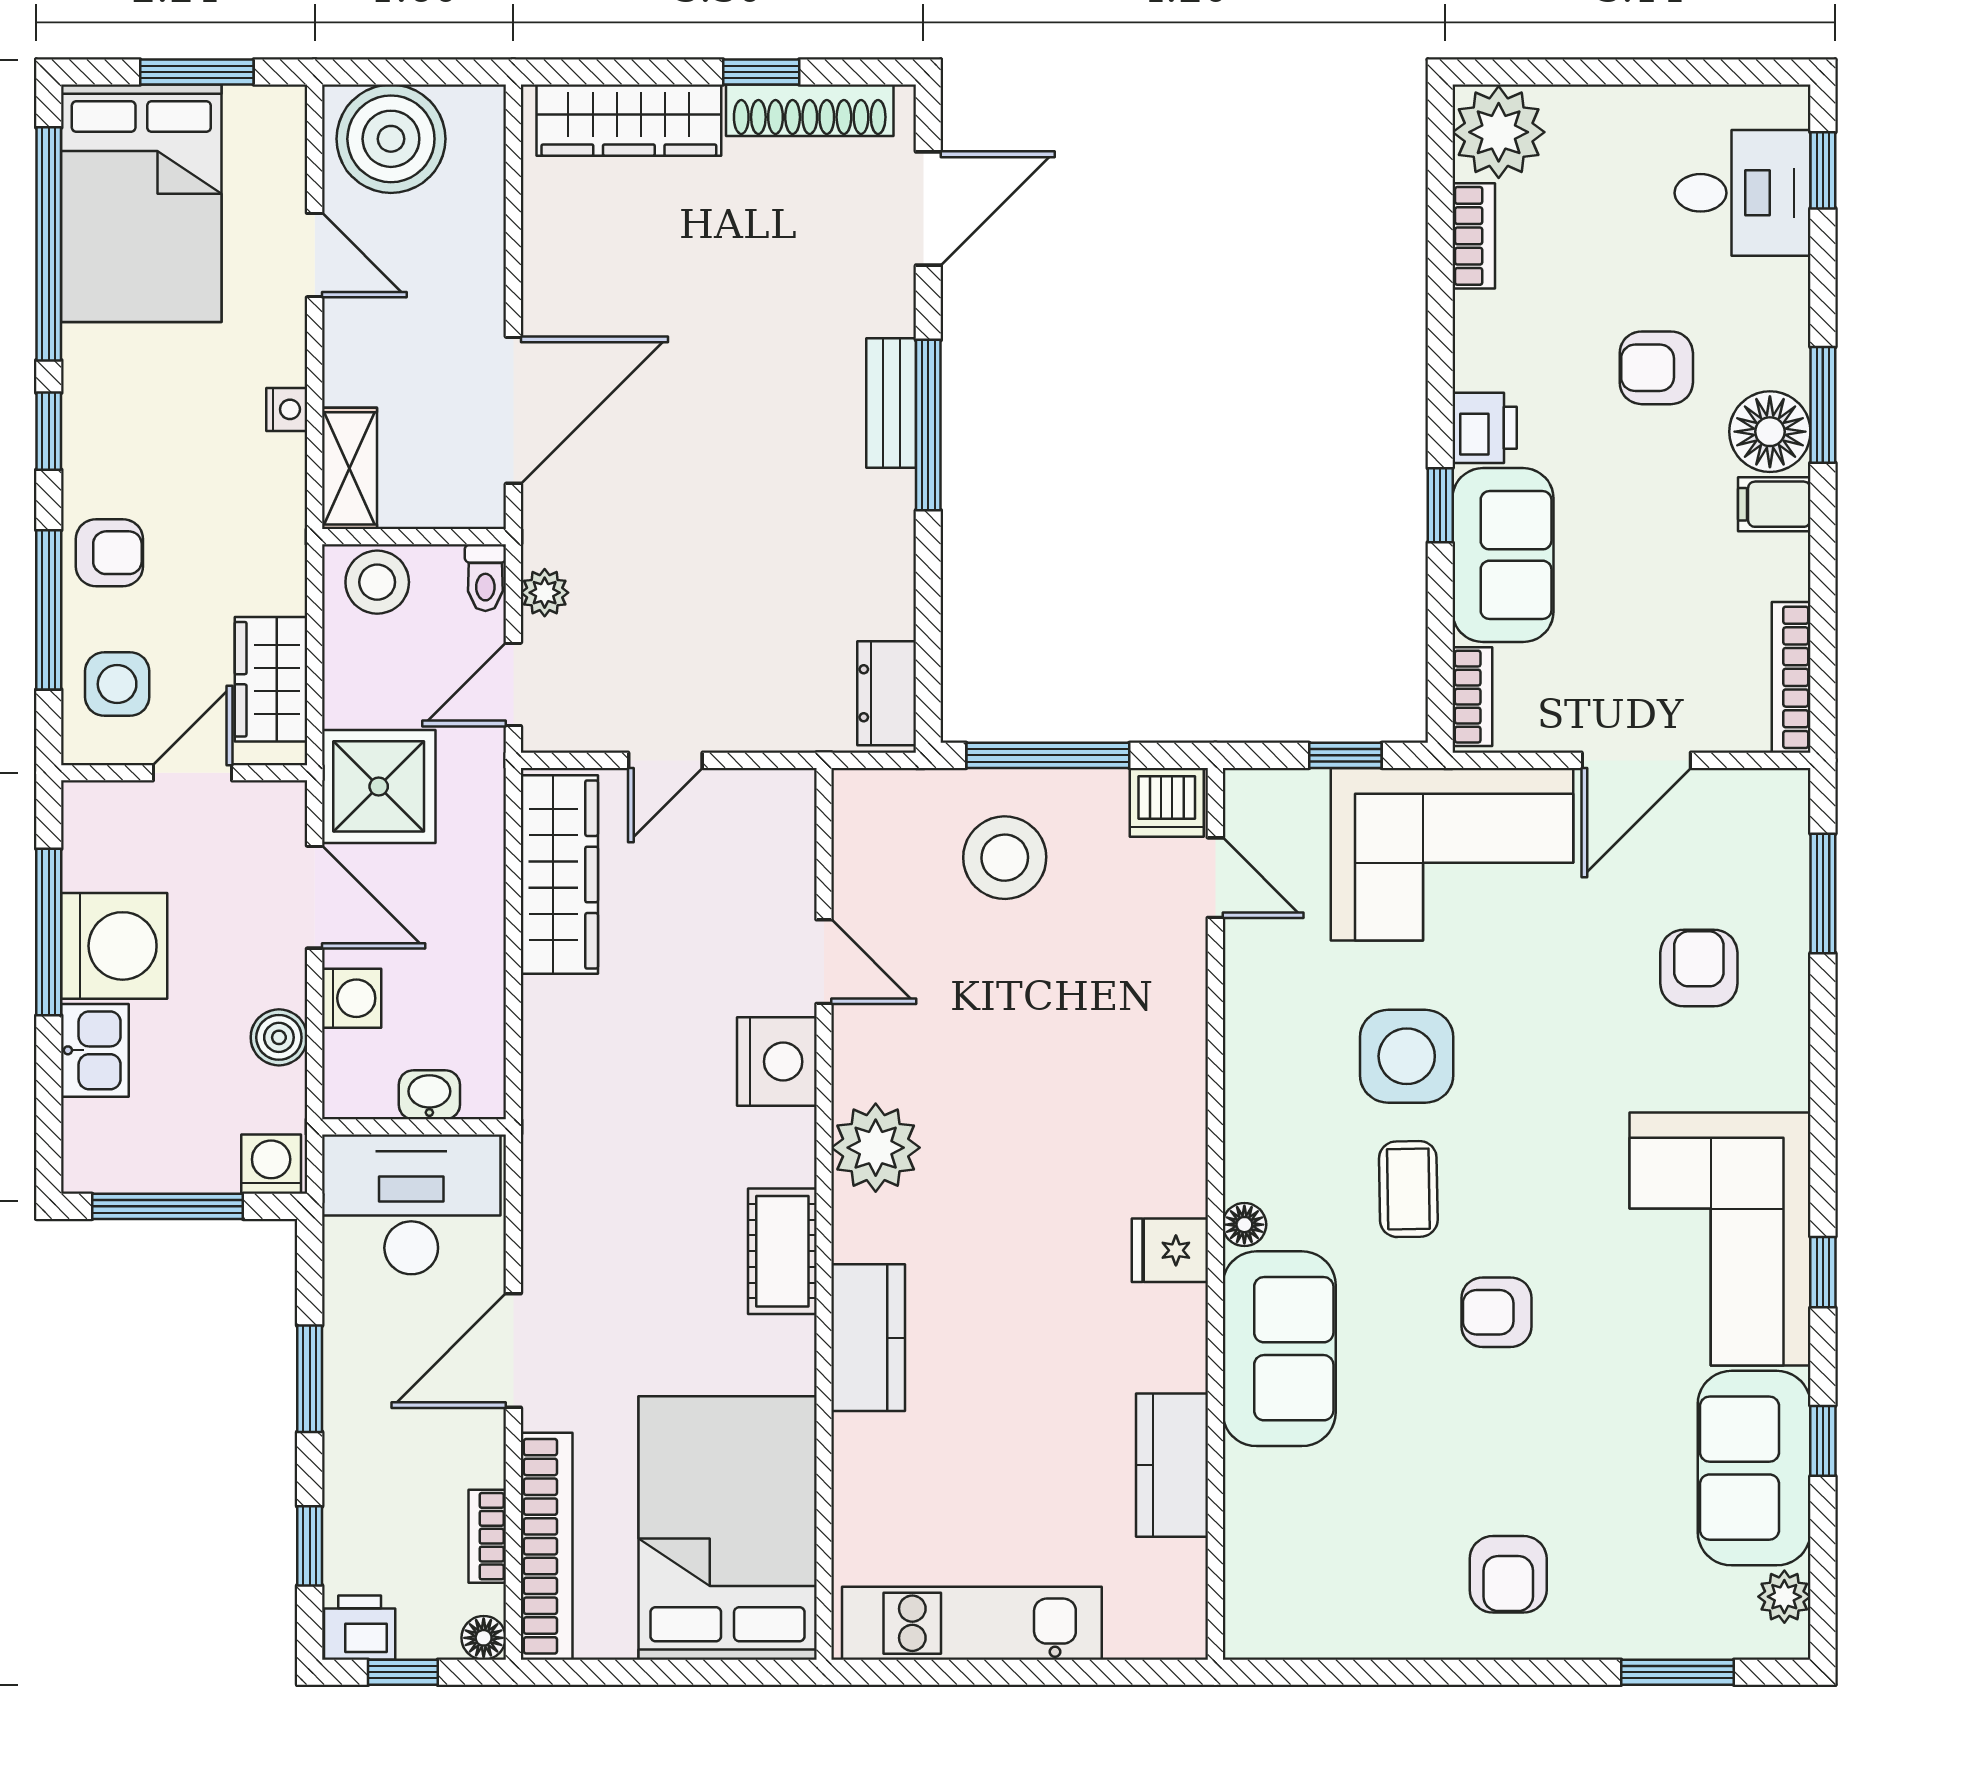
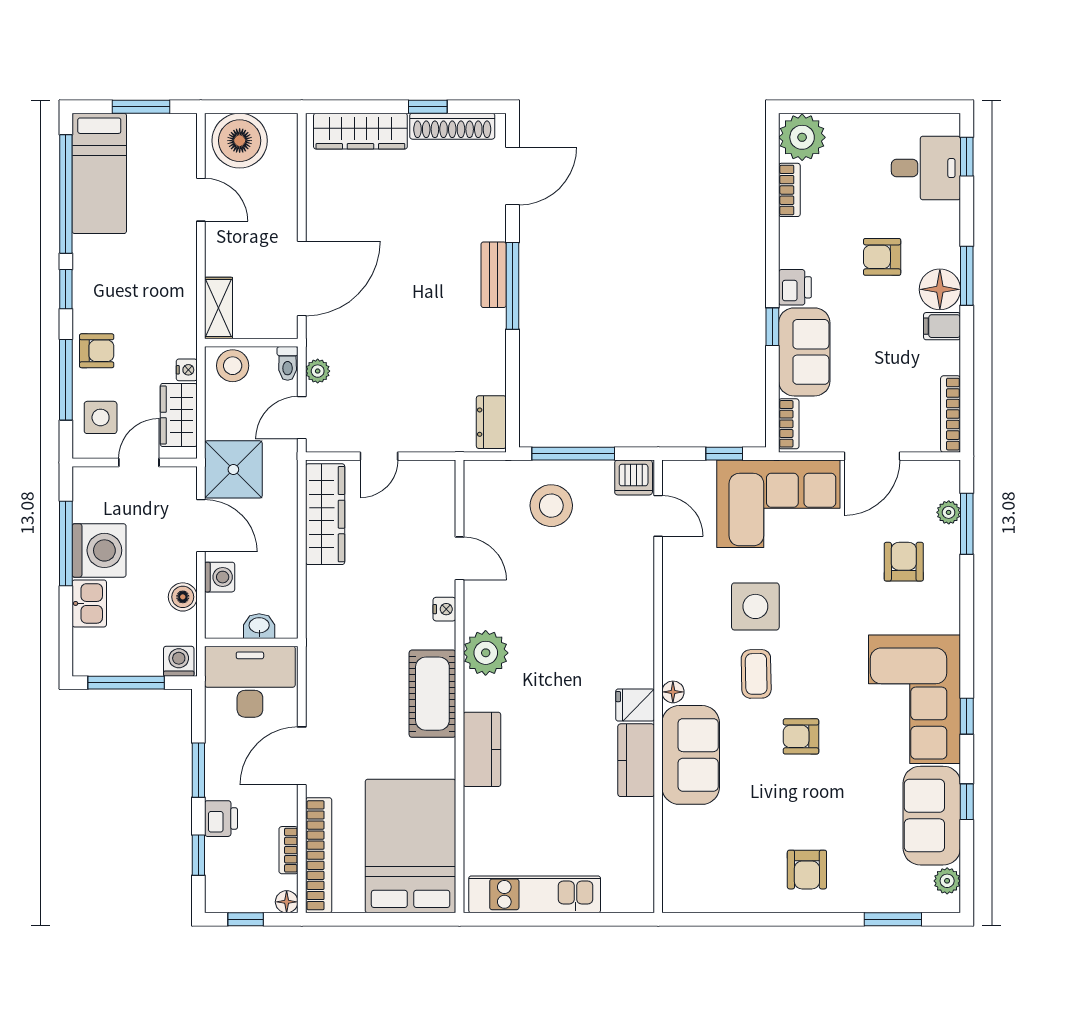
bed: (141, 203) -> (99, 173), width x0.67
nightstand: (287, 409) -> (187, 370), moved
plant: (1787, 871) -> (949, 512), added
nightstand: (777, 1062) -> (444, 609), width x0.53, depth x0.56
cot: (782, 1251) -> (432, 694), width x1.37, depth x1.34
kitchen counter: (1172, 1465) -> (636, 760), moved
printer: (360, 1628) -> (221, 819), moved, turned 90

